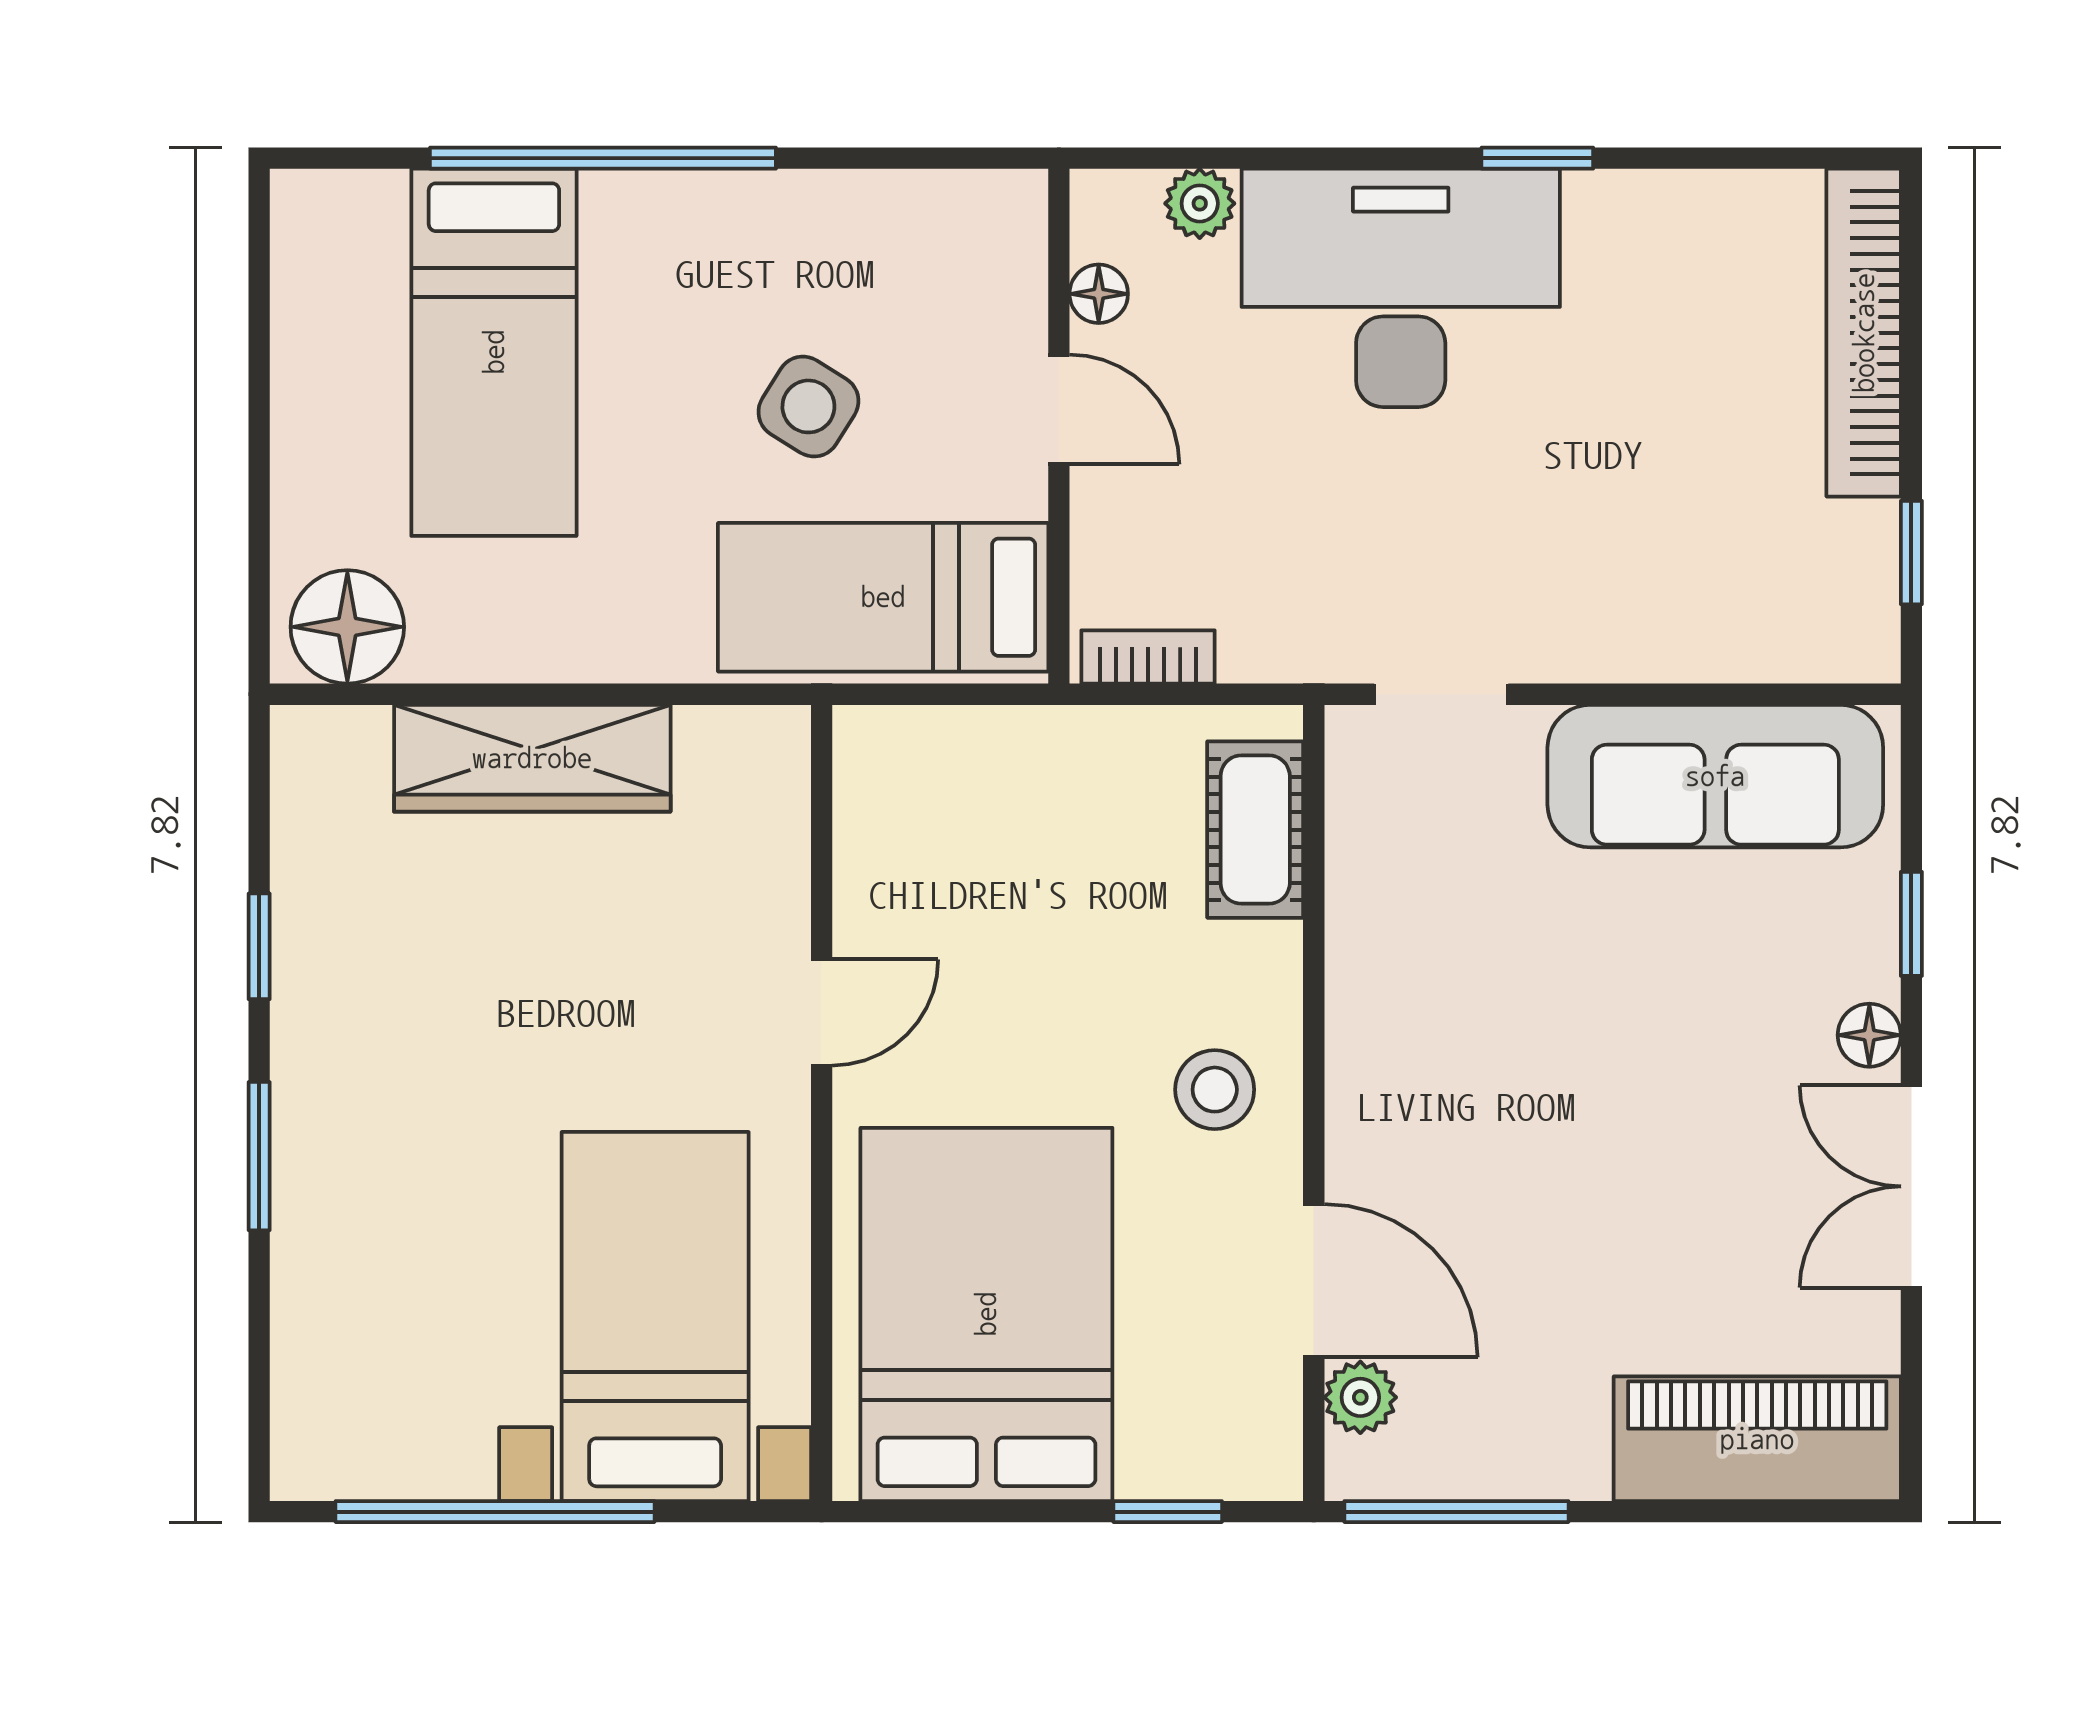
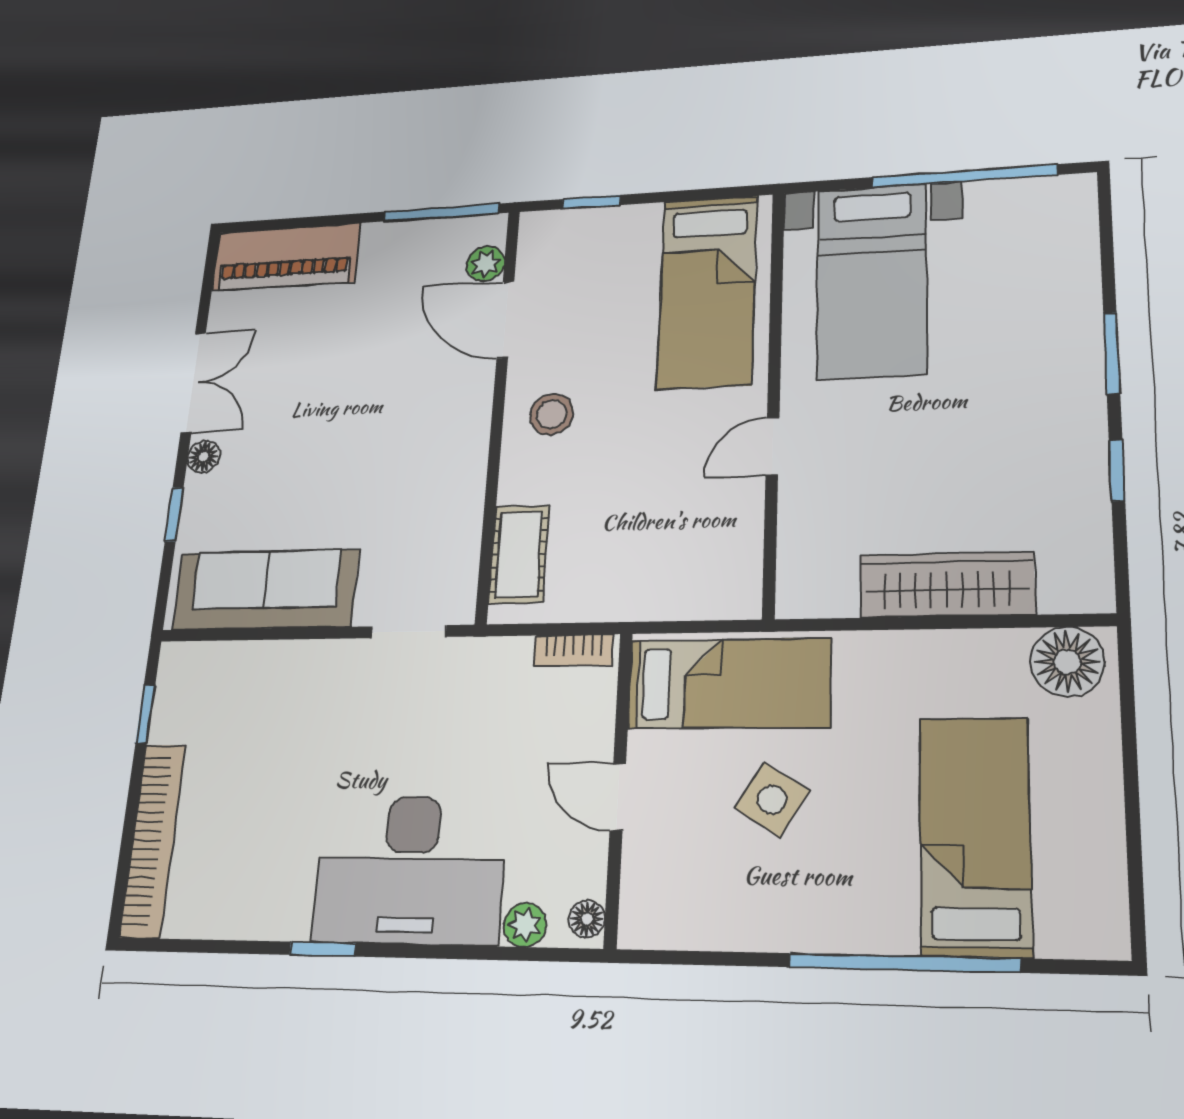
floor lamp: (1099, 294) -> (587, 919), moved
bed: (986, 1314) -> (707, 291), width x0.67

